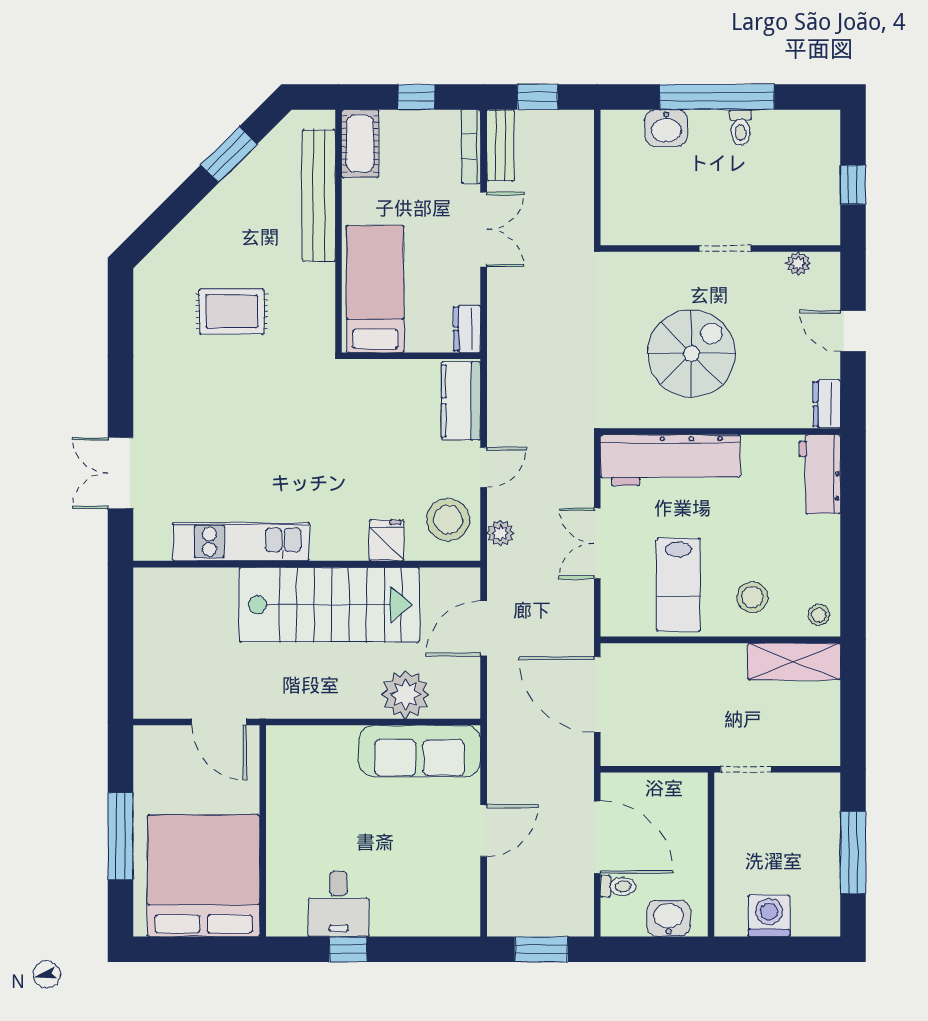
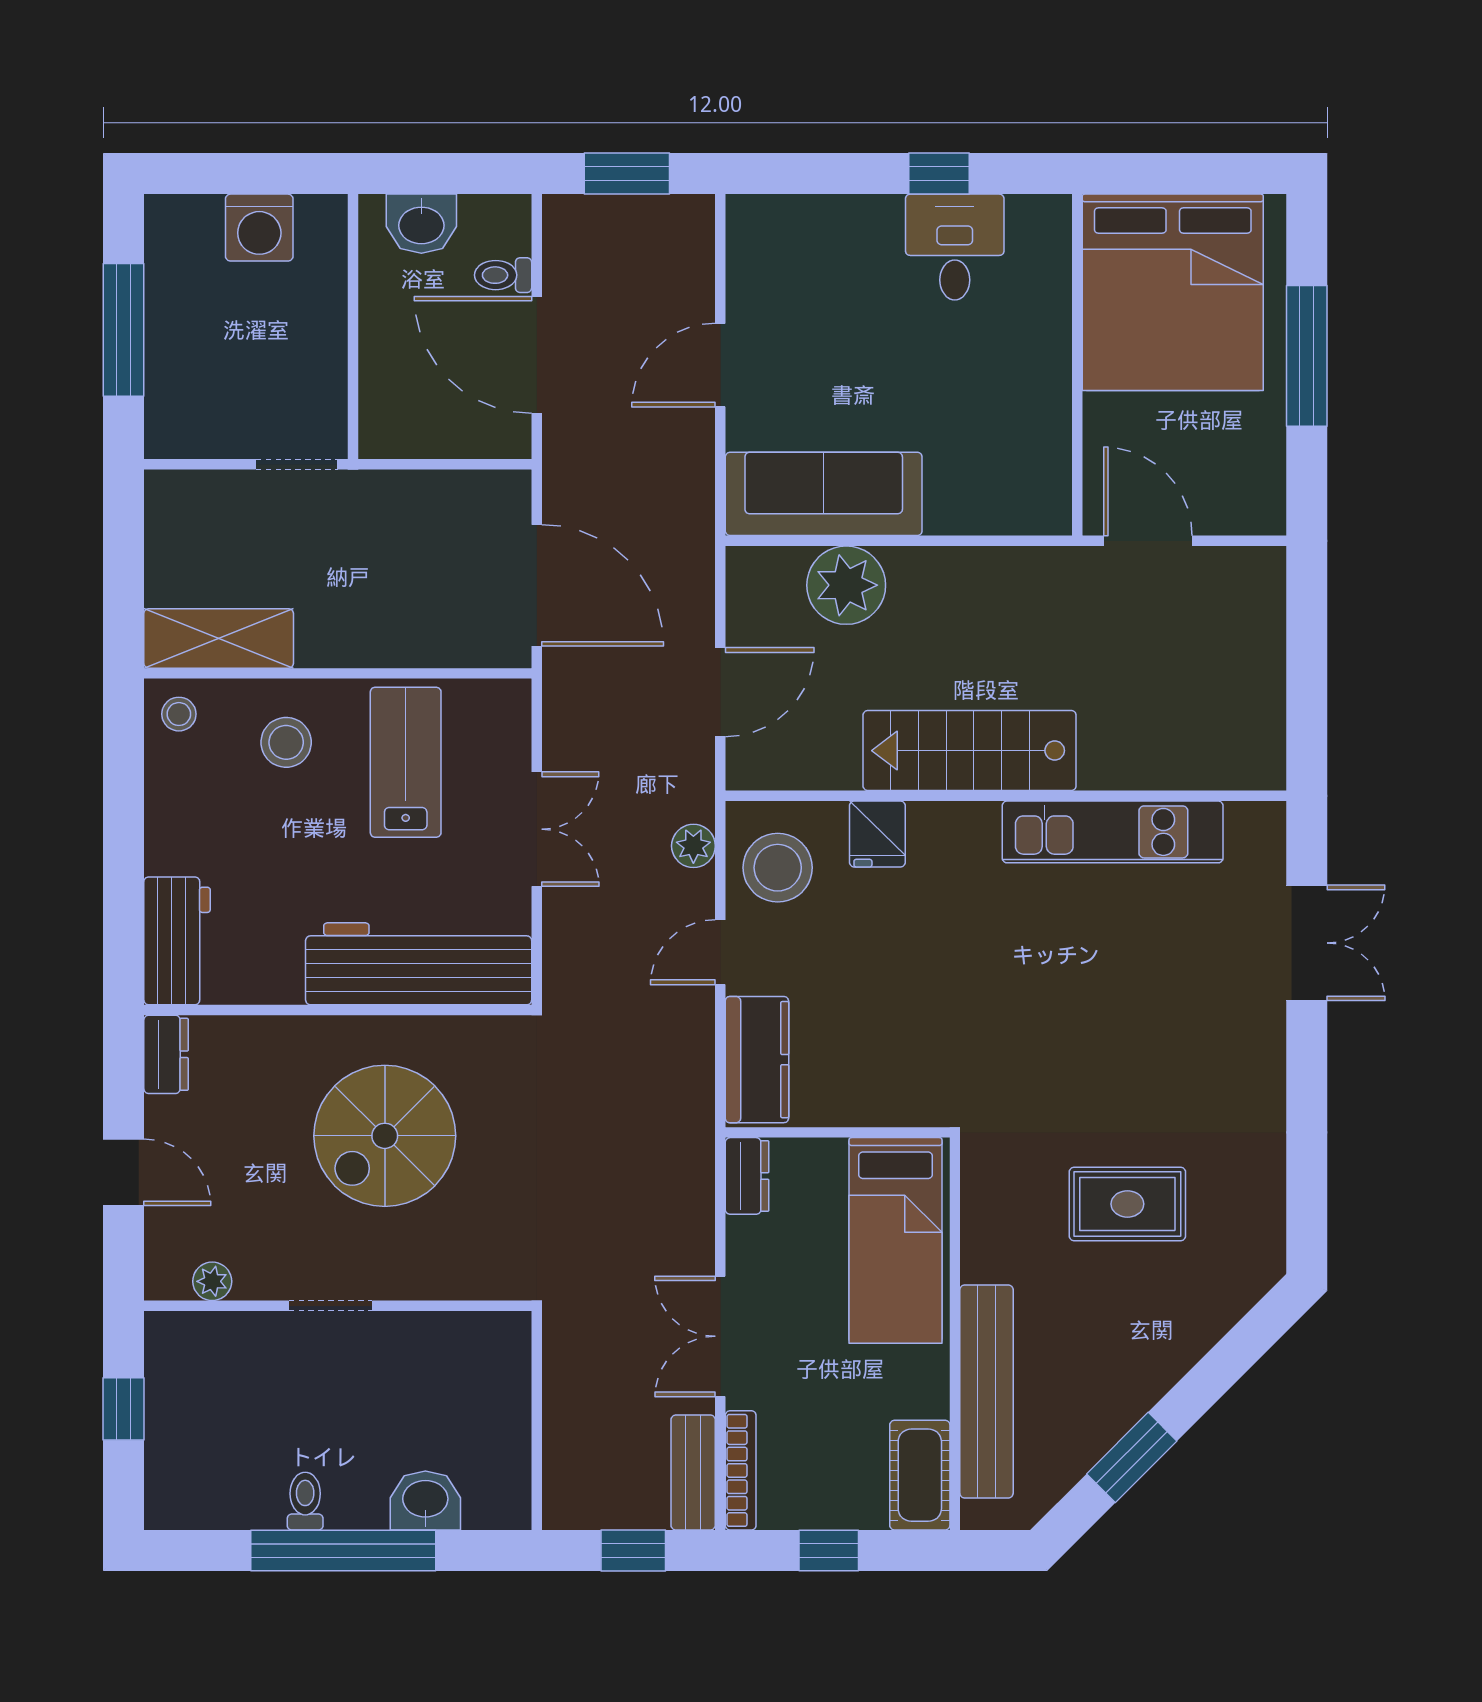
stairs: (329, 605) -> (970, 751), width x0.73, depth x0.66

